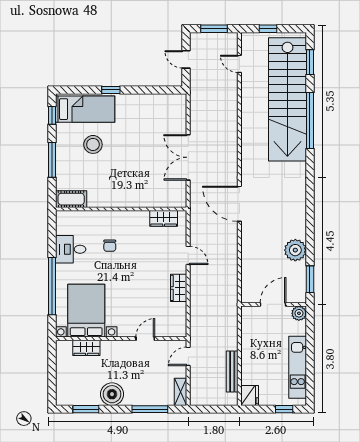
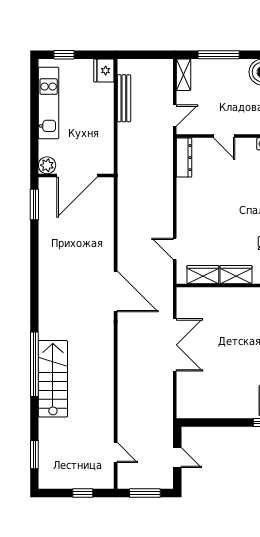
stairs: (287, 99) -> (53, 379), width x0.54, depth x0.66
window: (310, 121) -> (34, 364), moved
plant: (295, 250) -> (51, 238), removed
door: (188, 255) -> (175, 249), moved
wardrobe: (179, 288) -> (236, 275), moved, turned -90
door: (273, 304) -> (77, 175), width x1.36
dresser: (180, 320) -> (184, 158), added
door: (145, 339) -> (224, 136), hinge flipped

